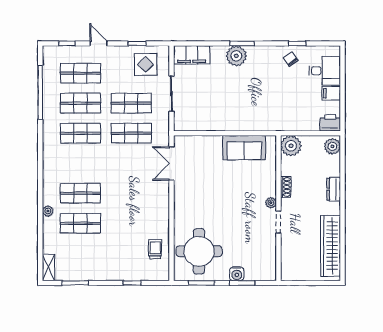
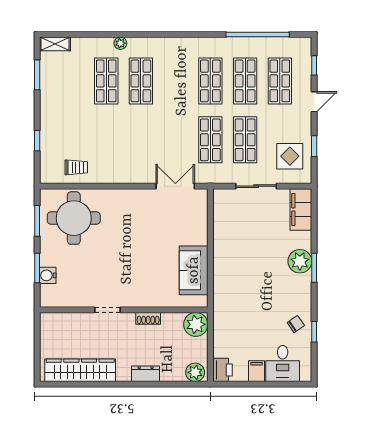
plant: (271, 203) -> (130, 301), removed
water cooler: (237, 274) -> (48, 275), moved

